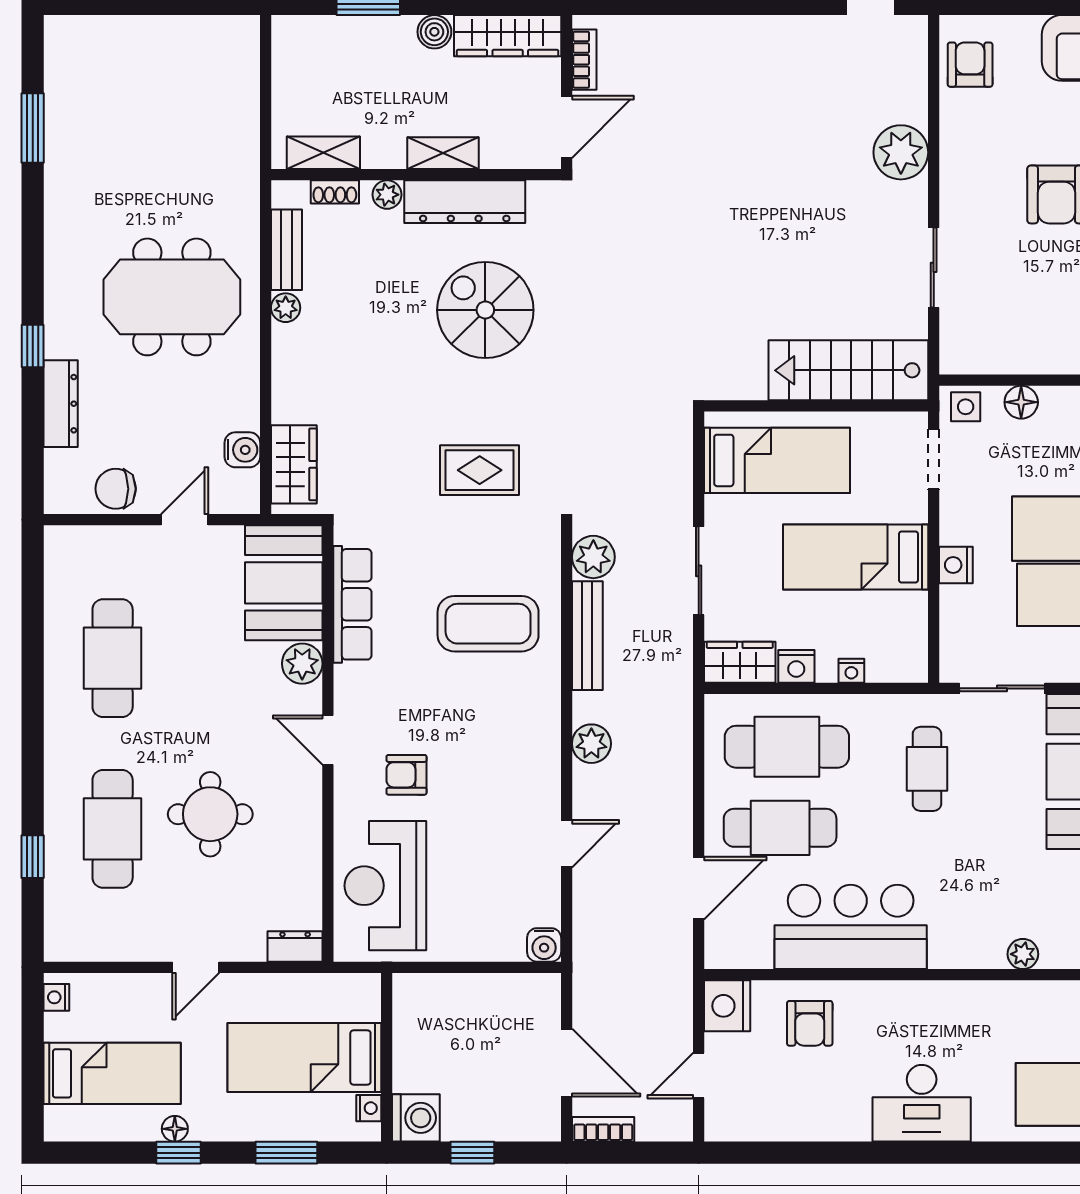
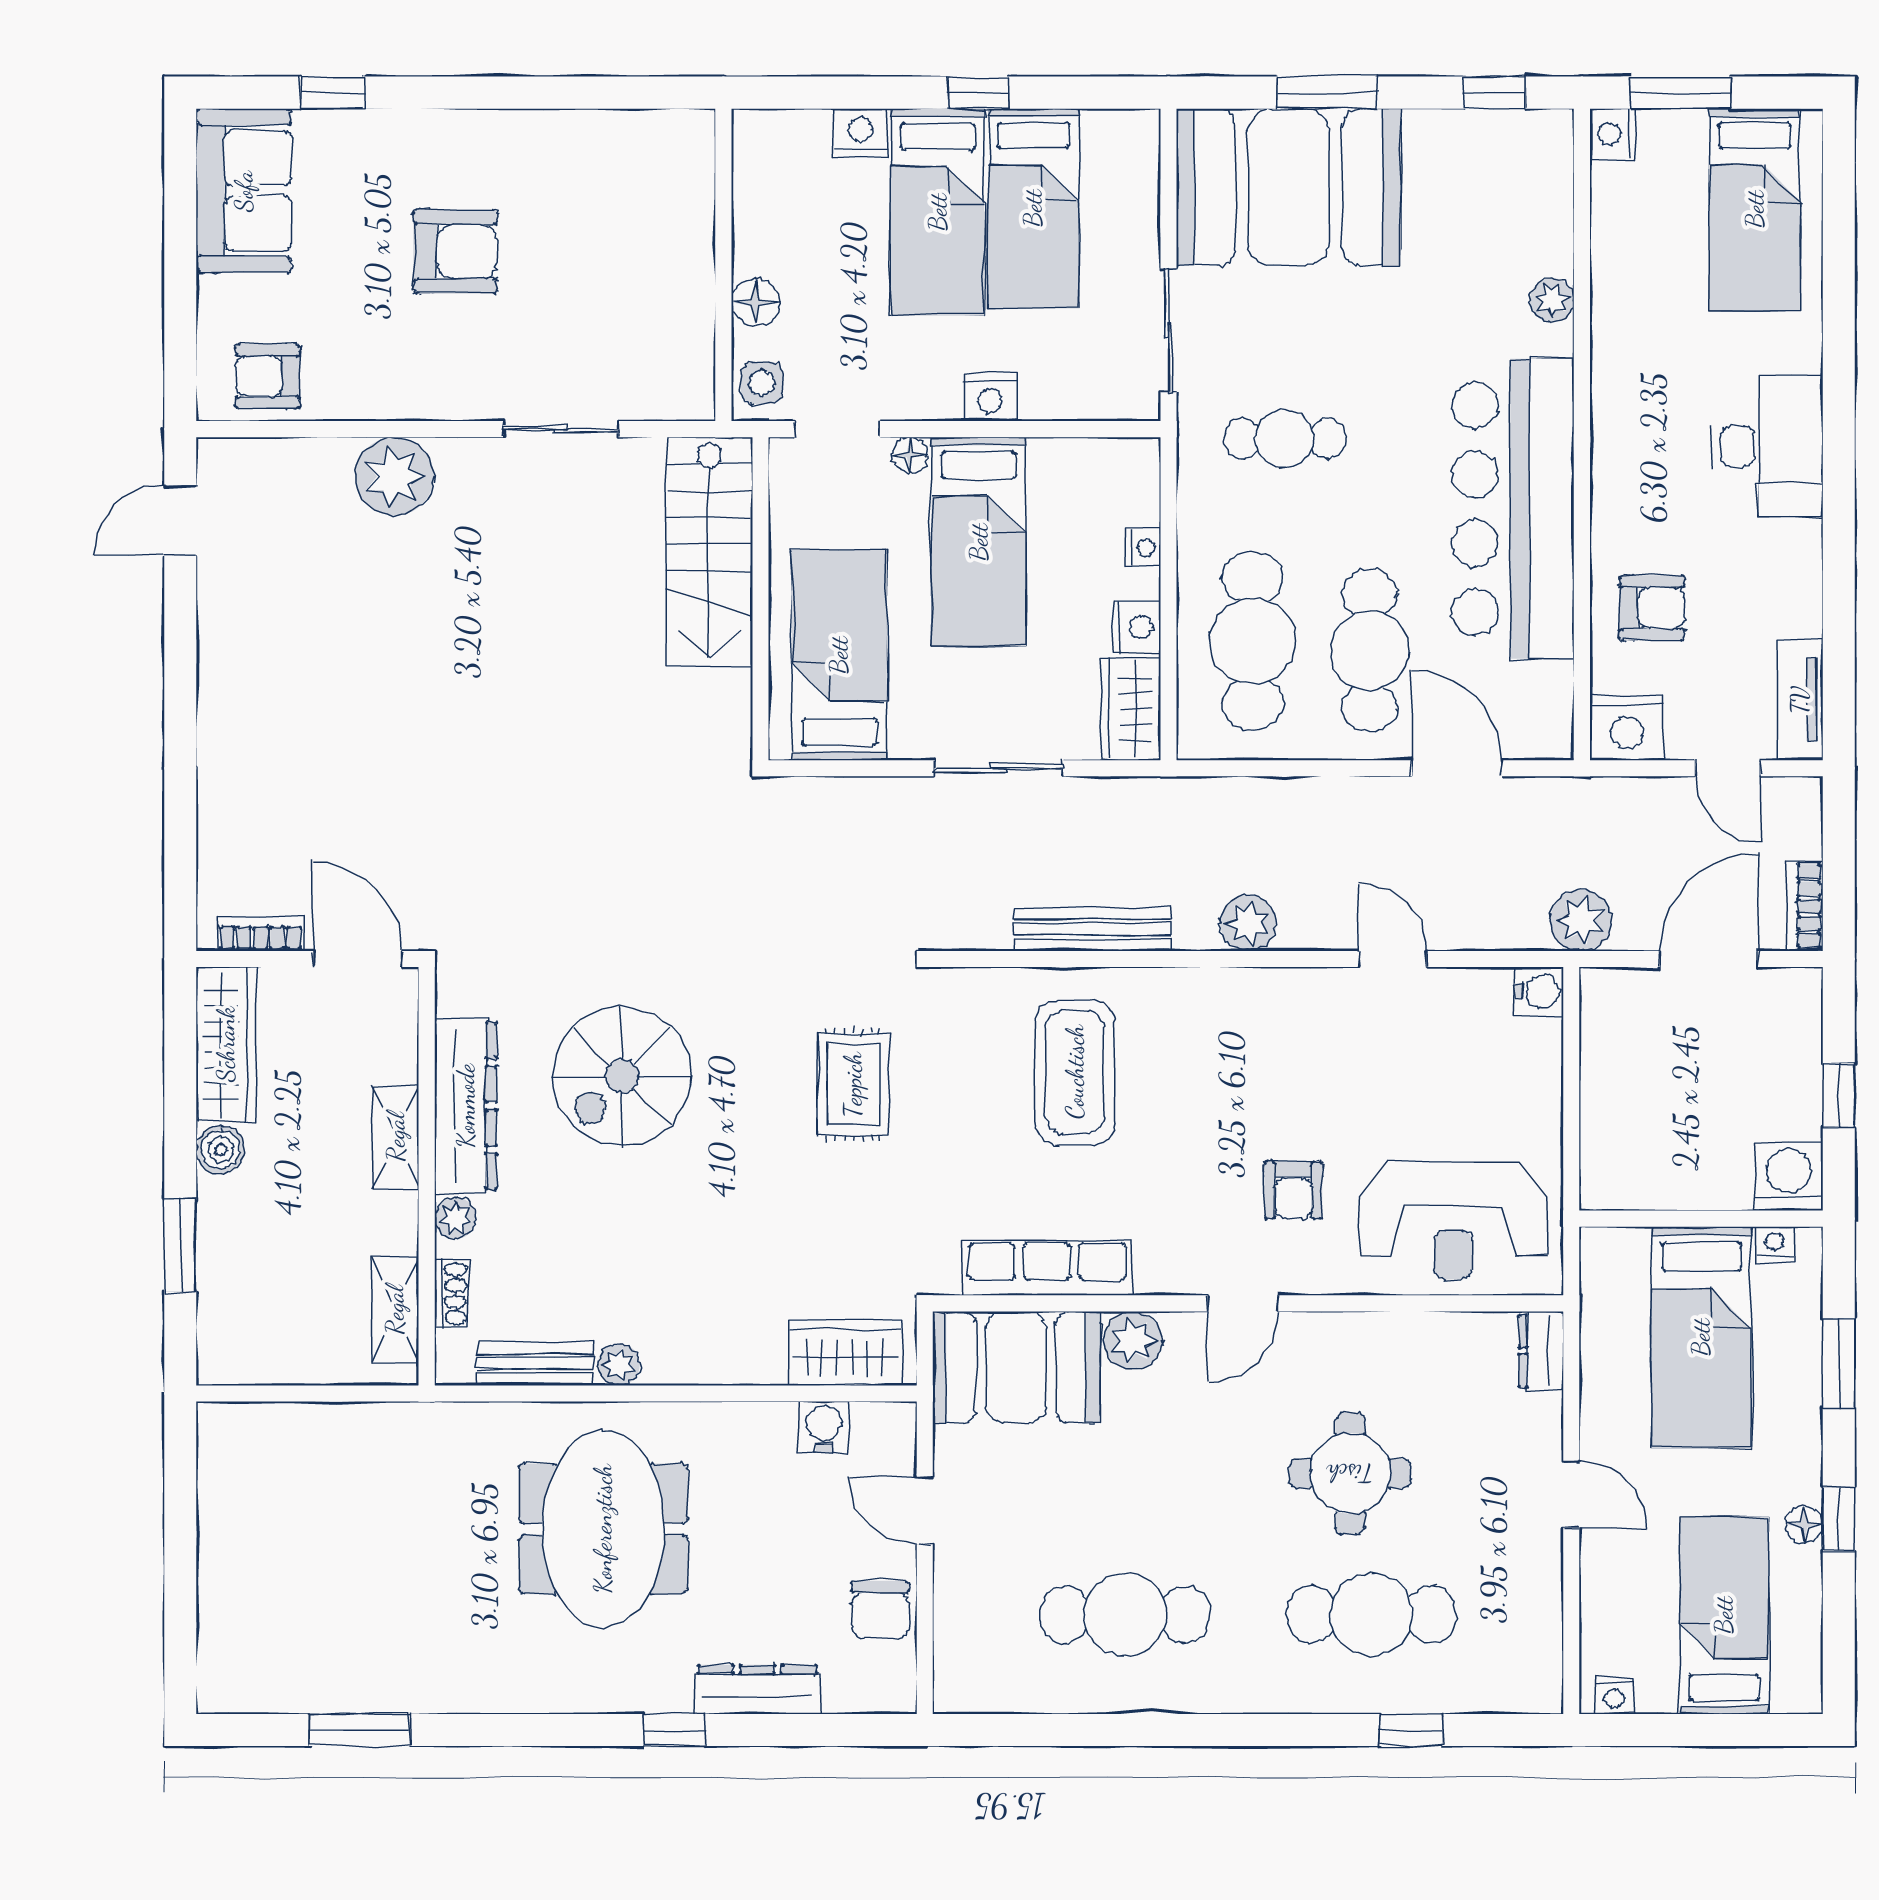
floor lamp: (916, 509) -> (910, 455), added
plant: (593, 557) -> (1581, 920), moved
bar counter: (851, 927) -> (1513, 509), width x1.36
tv unit: (746, 1126) -> (1800, 700), added

